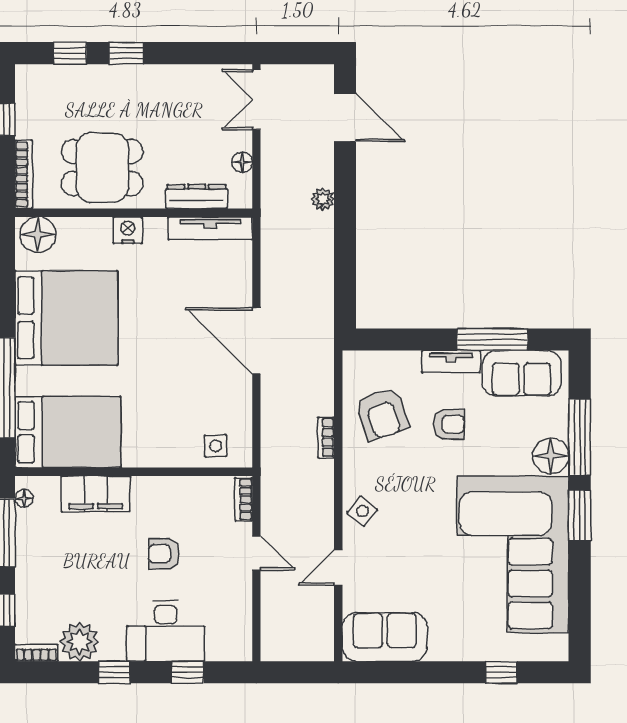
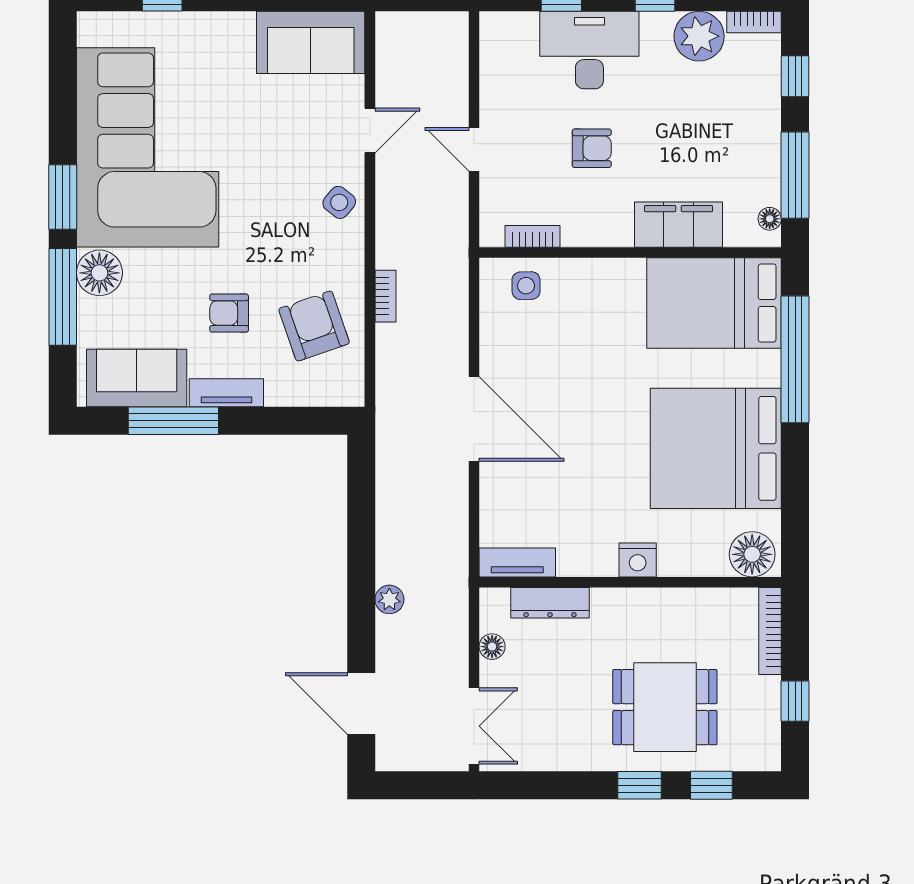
dining table: (102, 167) -> (665, 707), moved
tv unit: (210, 228) -> (517, 562), width x0.71
bookcase: (244, 499) -> (533, 236), moved, turned -90

